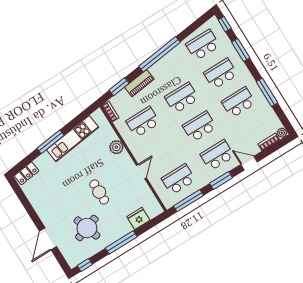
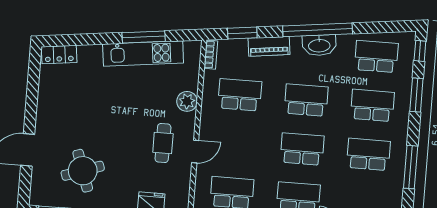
washbasin: (167, 62) -> (319, 45), added
window: (50, 142) -> (144, 37), moved
cafe table: (99, 192) -> (163, 143), moved

